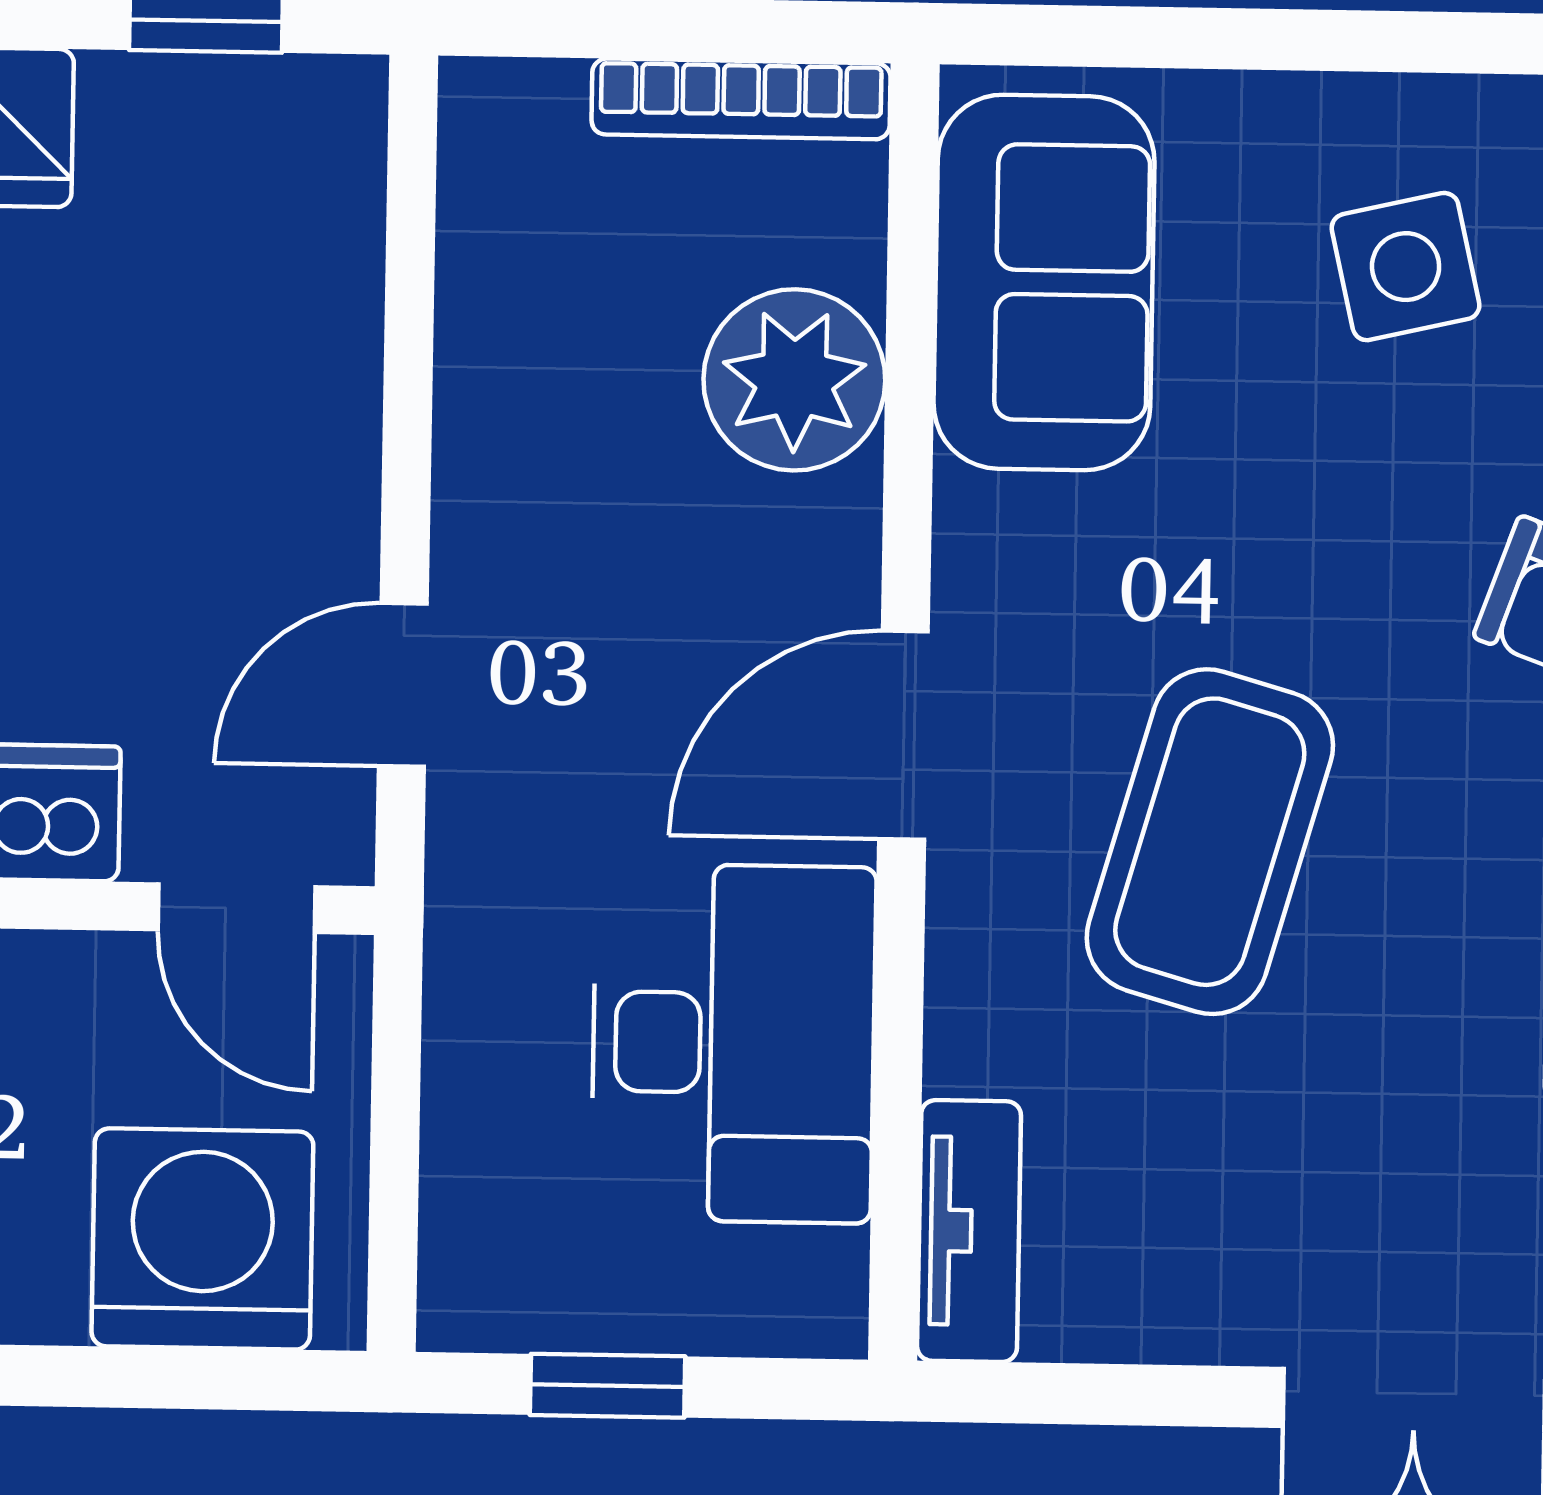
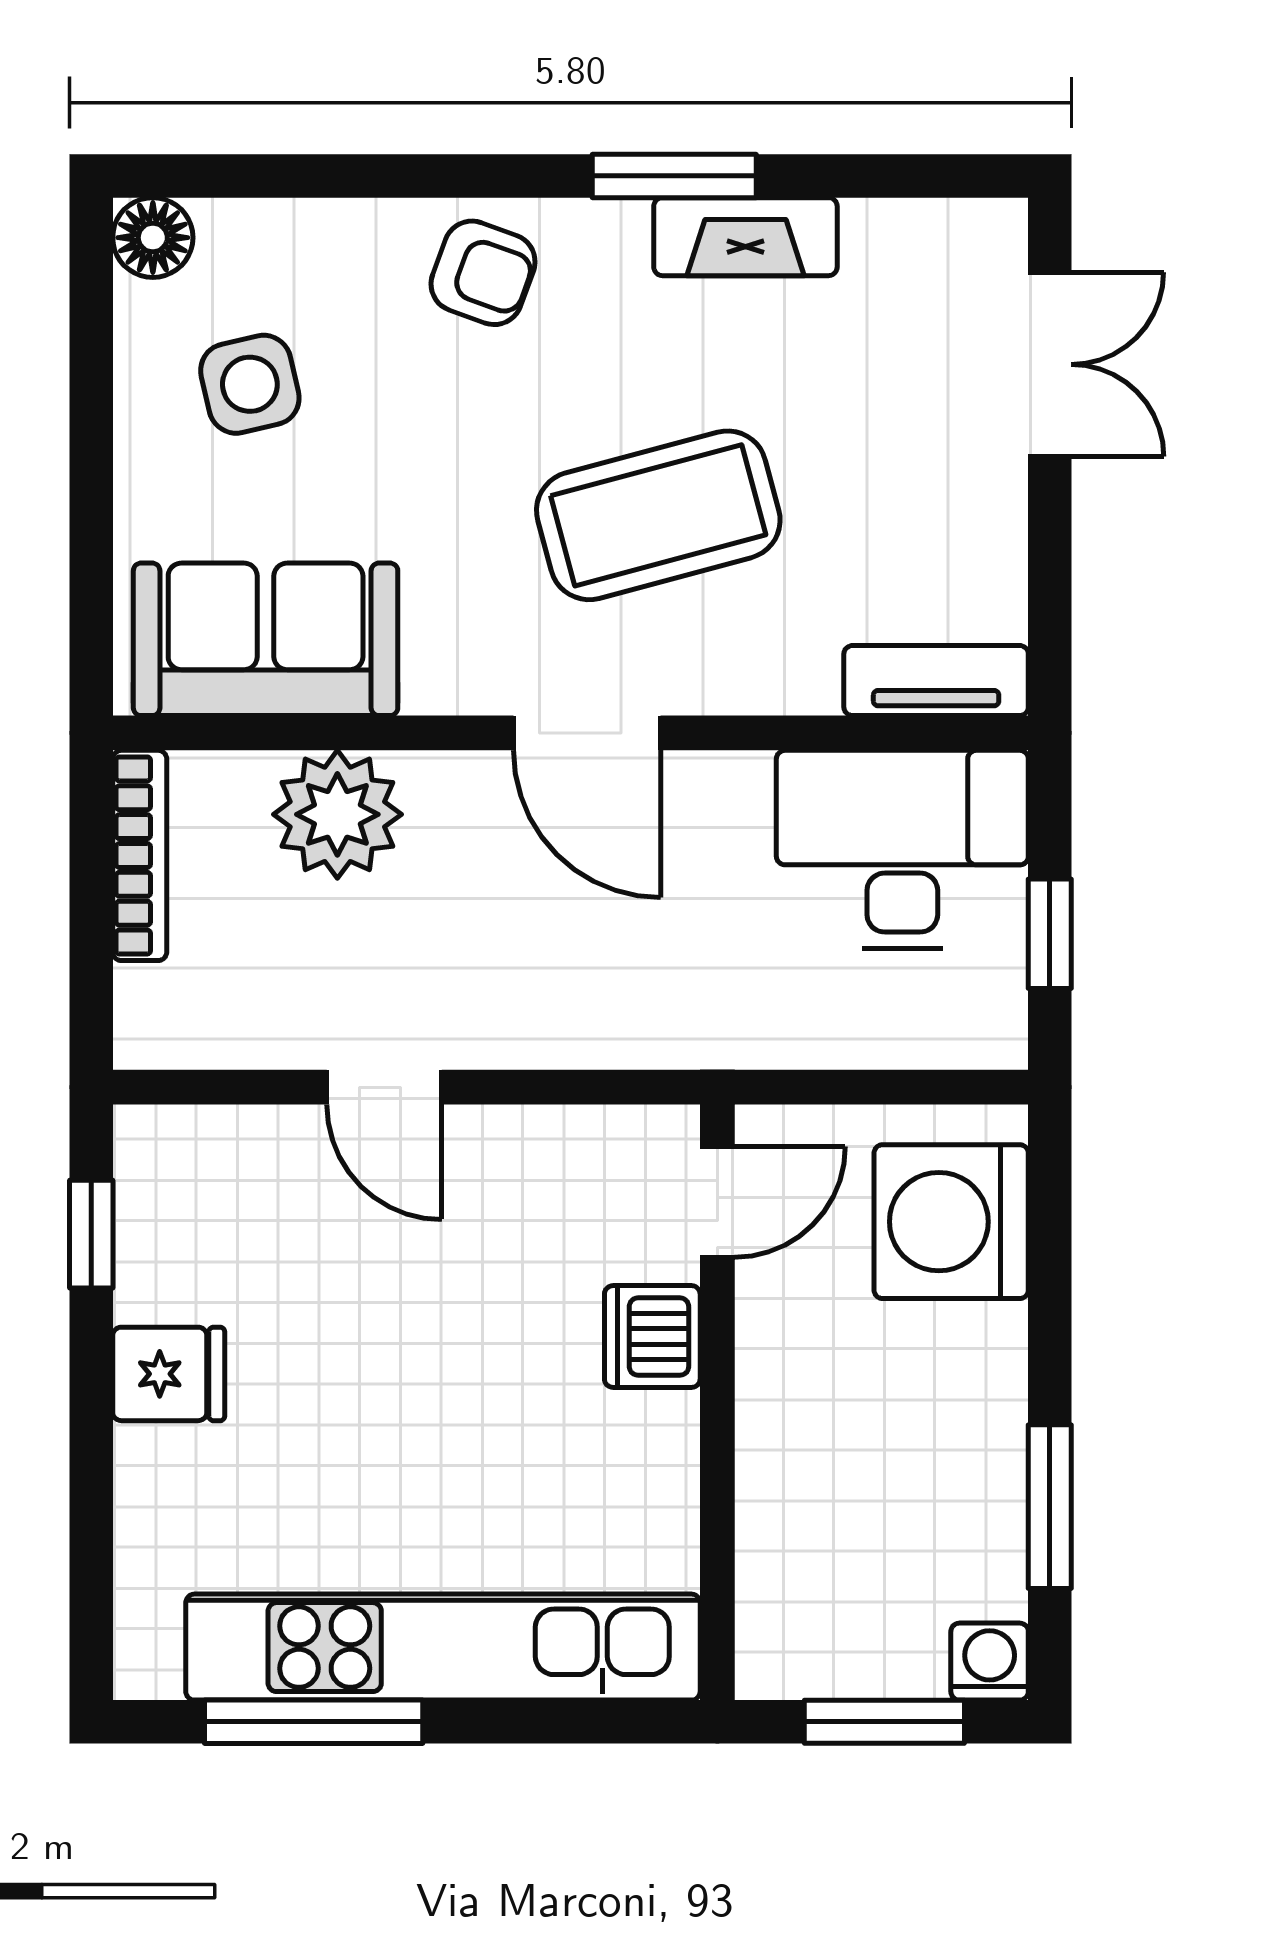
door: (403, 685) -> (384, 1087), moved
coffee table: (1210, 842) -> (658, 515), turned -31
desk: (733, 1043) -> (902, 849), moved

